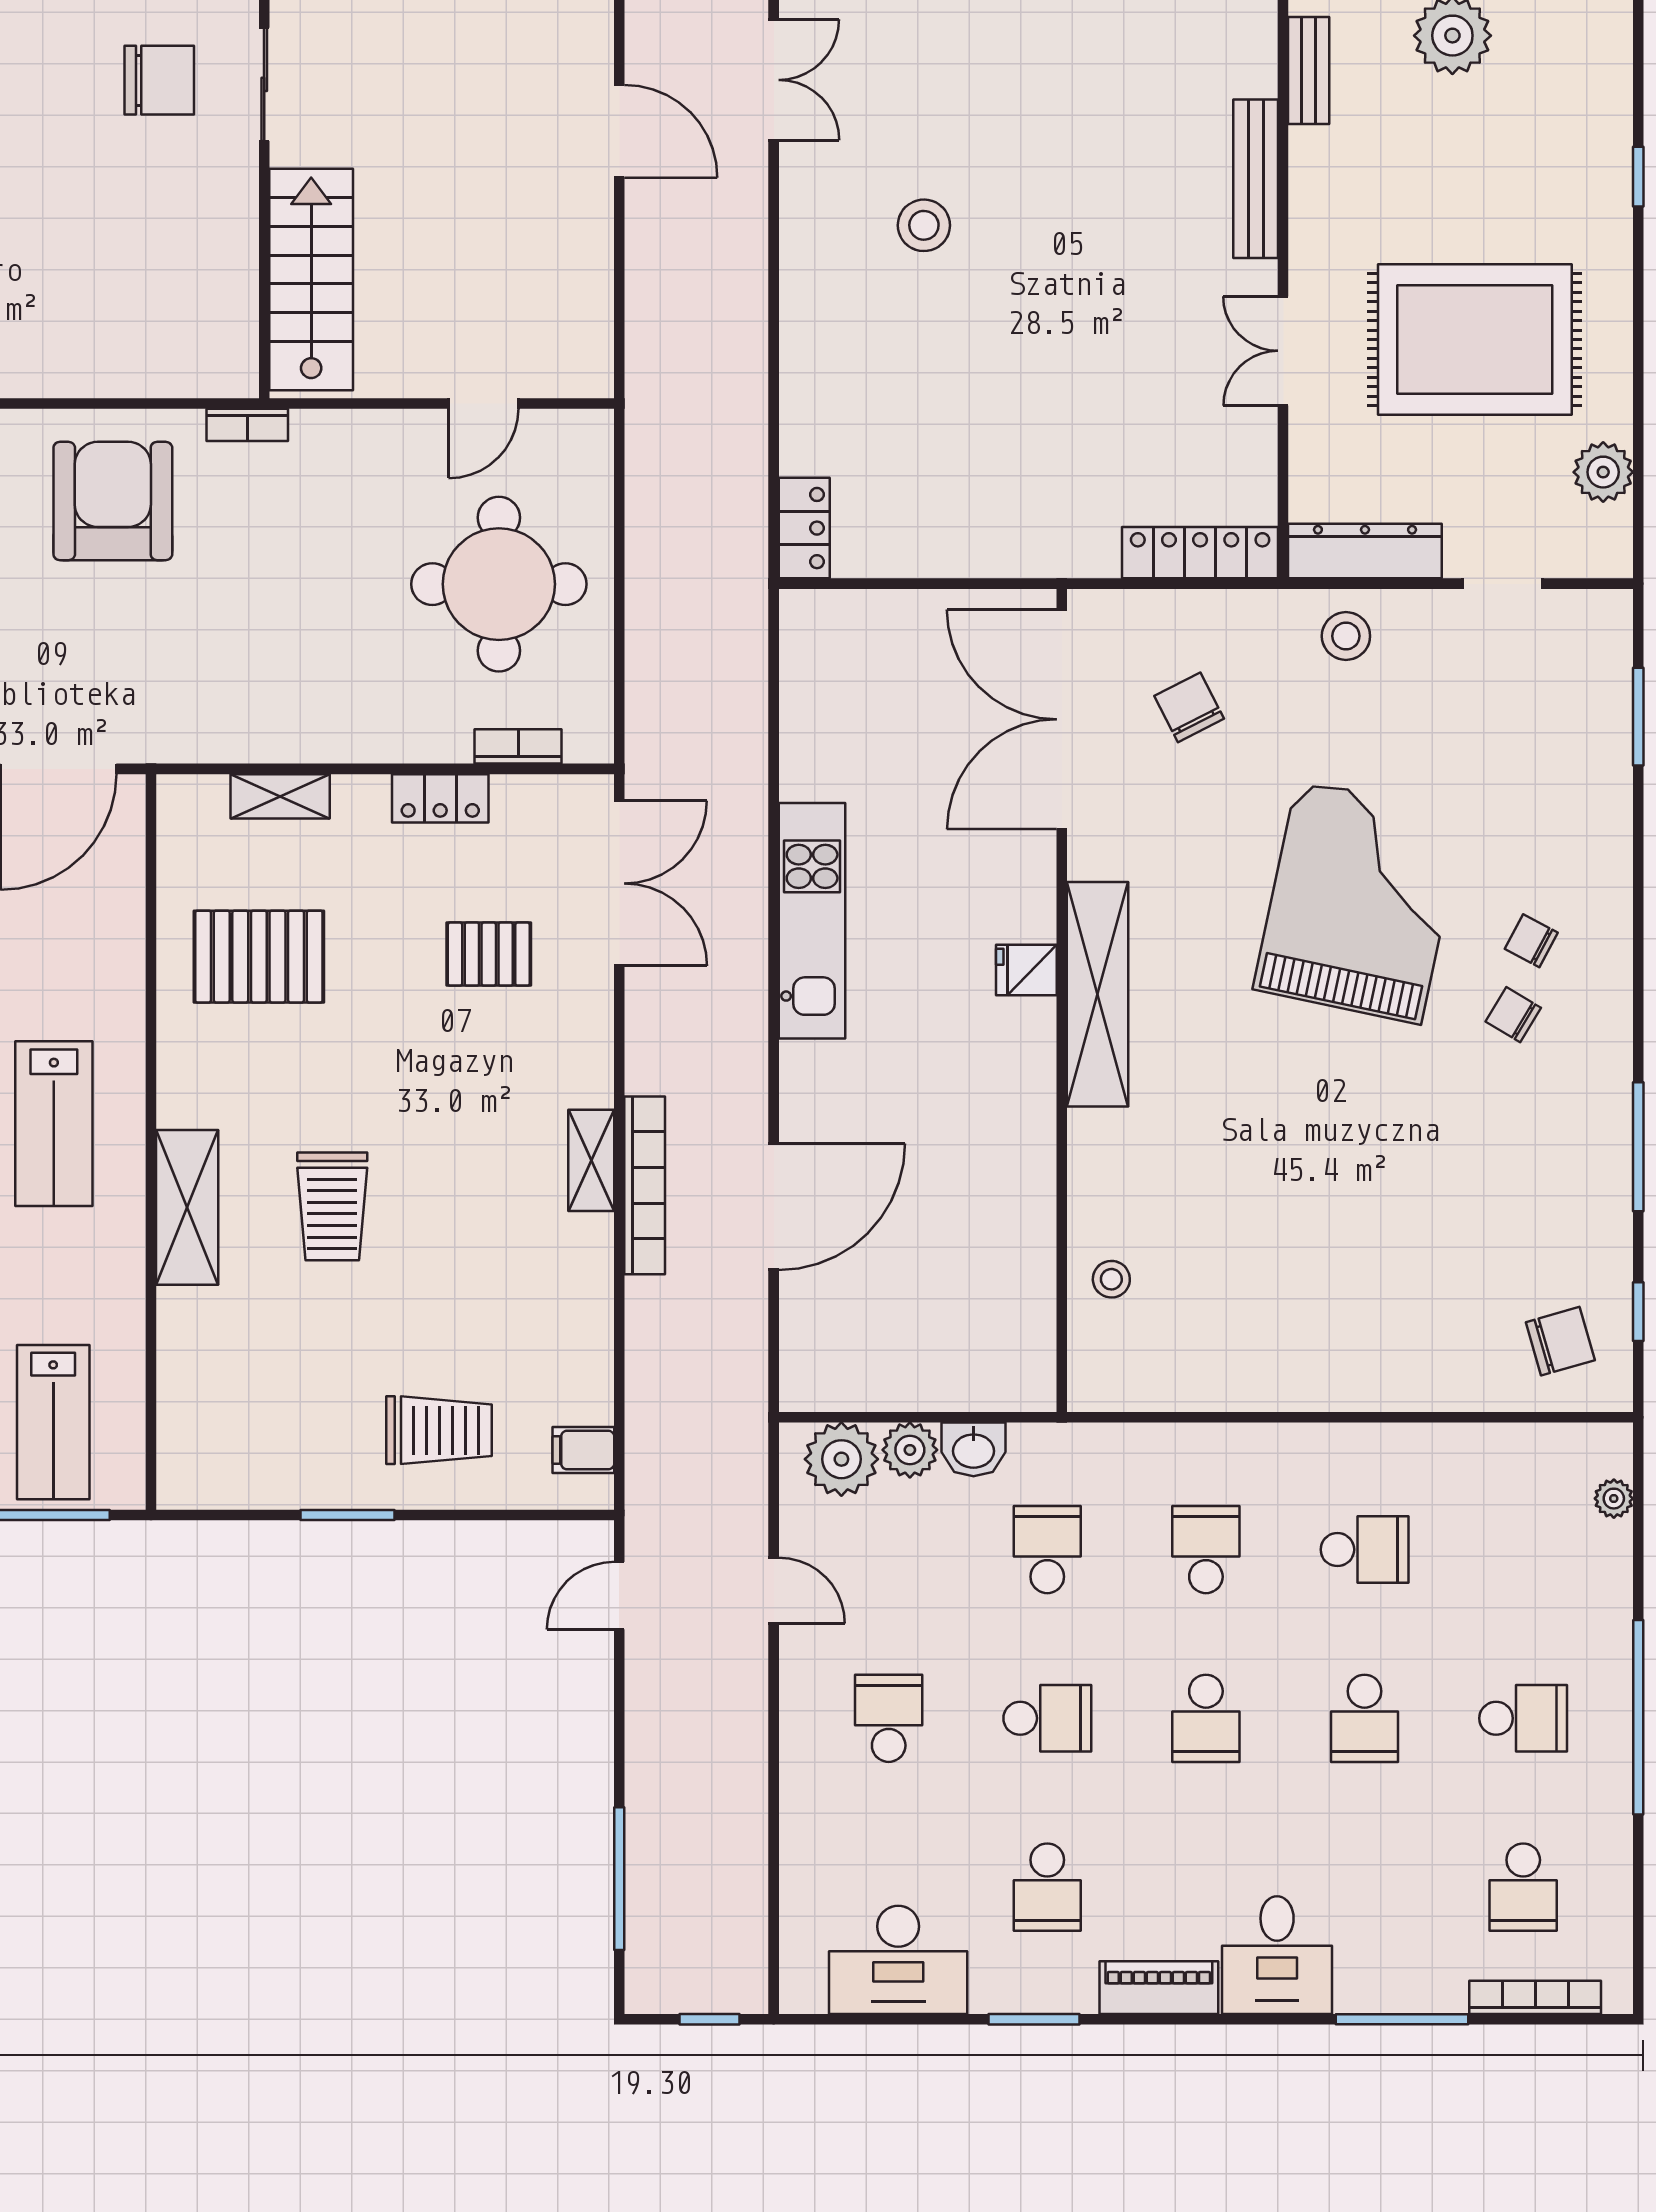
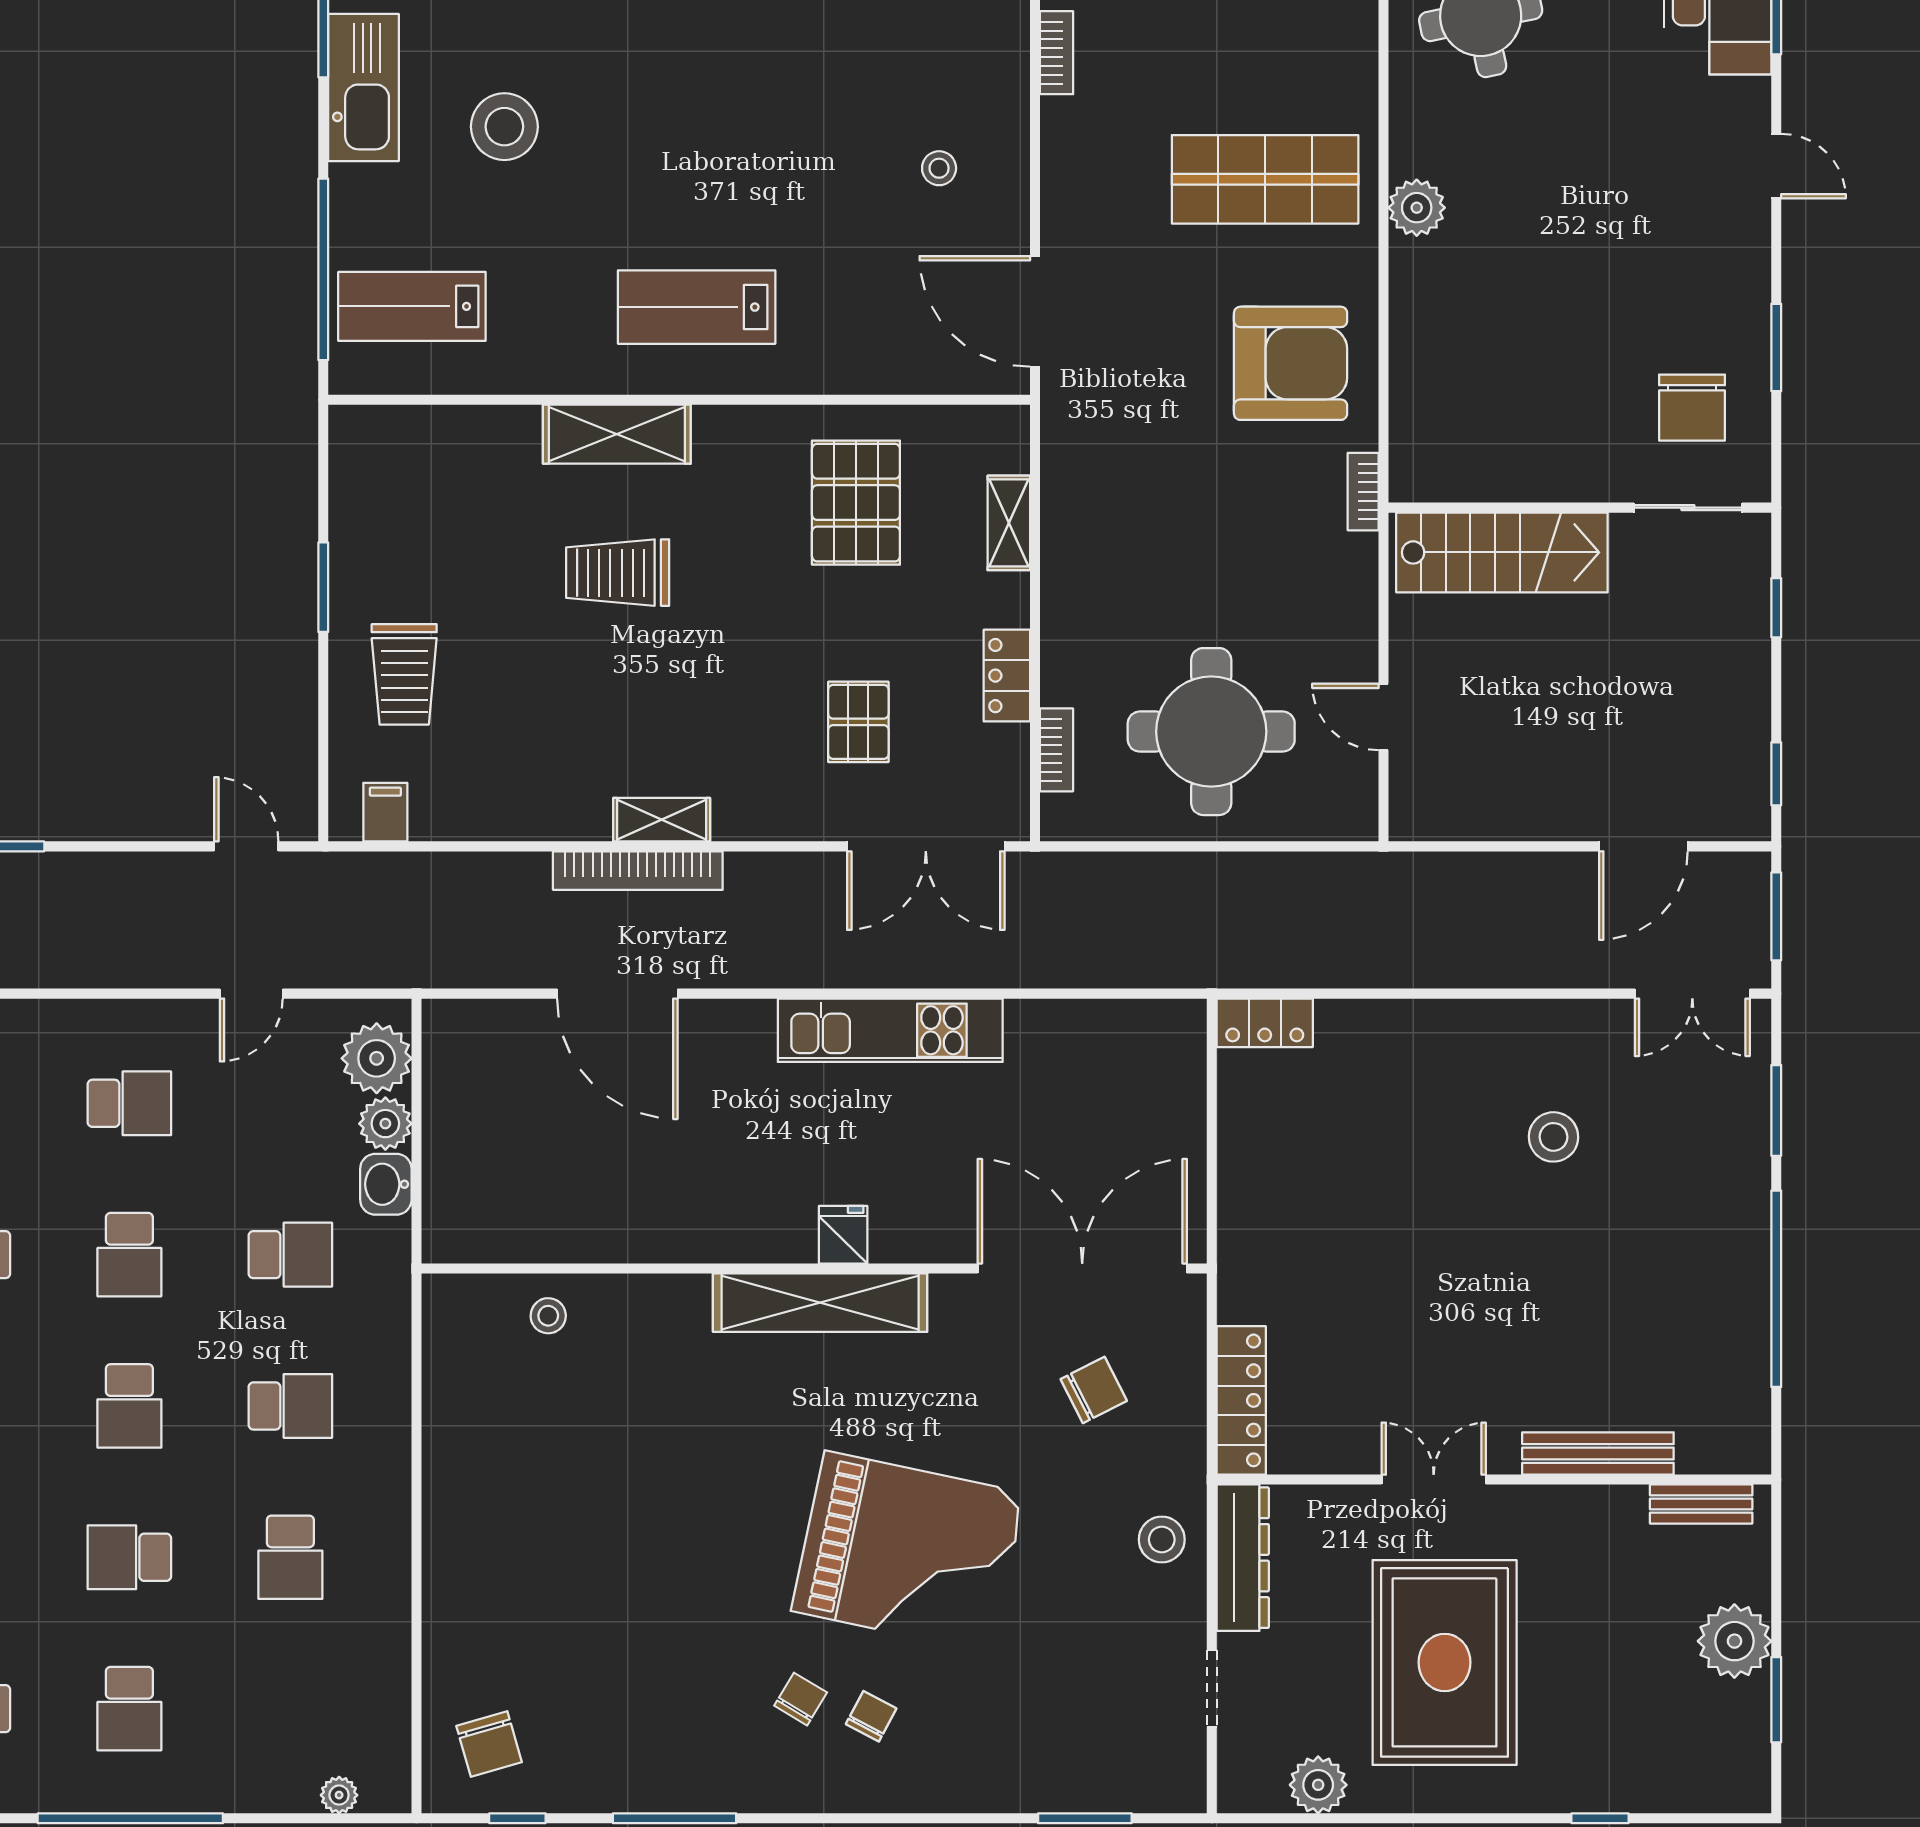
school desk: (1206, 1718) -> (129, 1406), turned -90

